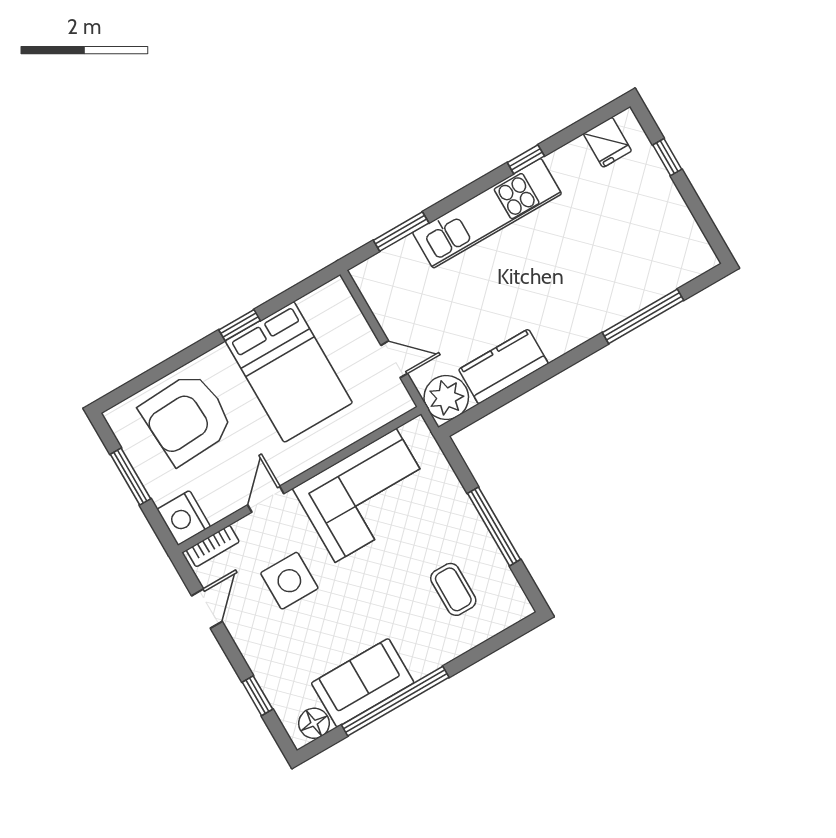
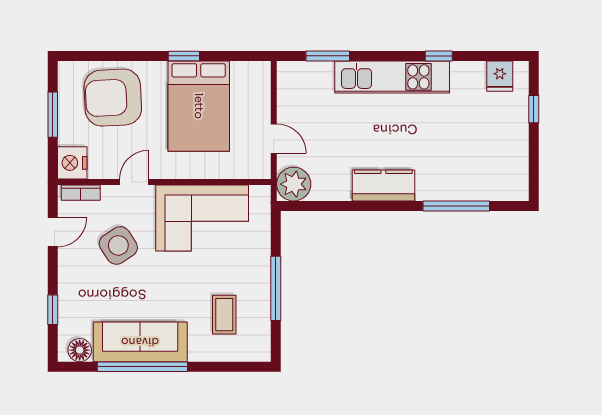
kitchen counter: (503, 367) -> (383, 185), moved
side table: (289, 581) -> (118, 245), turned -33
sofa: (363, 683) -> (140, 342), width x1.36

